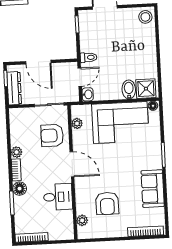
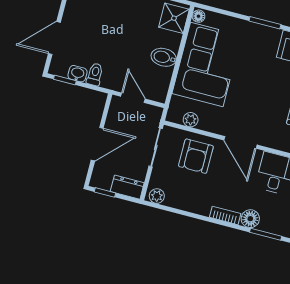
toilet: (89, 57) -> (95, 74), moved
dresser: (14, 88) -> (127, 187), width x0.70
bidet: (129, 89) -> (164, 57), moved
washbasin: (88, 94) -> (77, 74), moved
plant: (17, 152) -> (157, 196), moved
door: (72, 164) -> (240, 142), swing flipped

